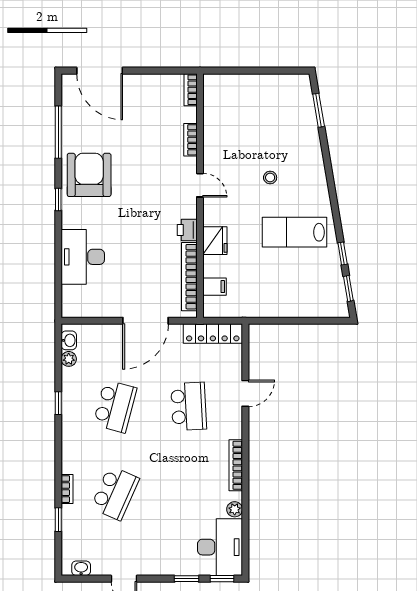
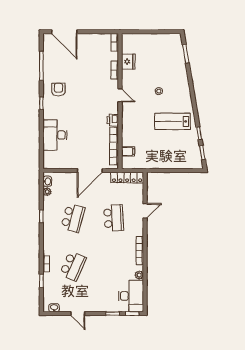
armchair: (89, 175) -> (58, 90), width x0.53, depth x0.53
fridge: (215, 241) -> (128, 62), moved

